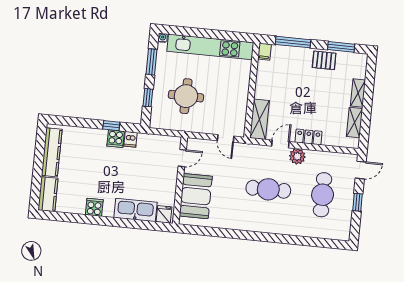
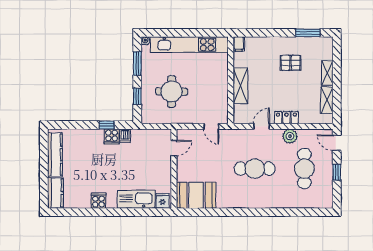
window: (293, 42) -> (264, 33), removed
pallet: (324, 60) -> (291, 63), moved
shelving: (260, 119) -> (240, 86), moved
plant: (297, 156) -> (290, 136), moved
door: (361, 170) -> (337, 143), swing flipped
booth: (196, 196) -> (196, 195), moved, turned 90

